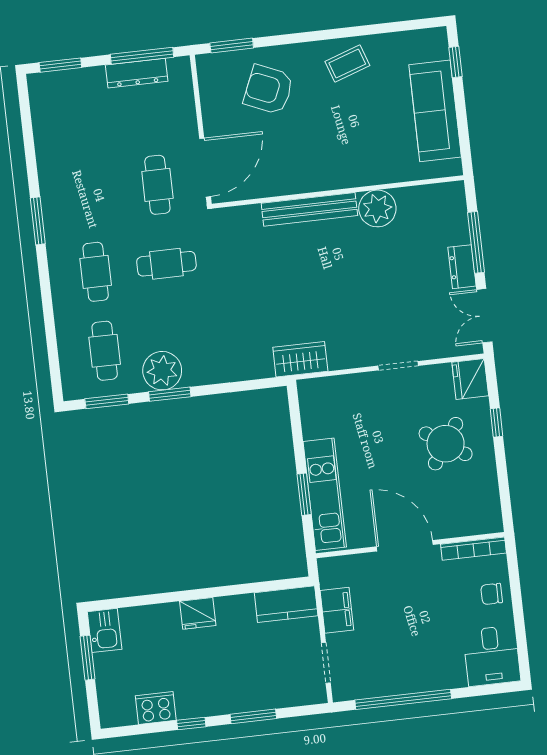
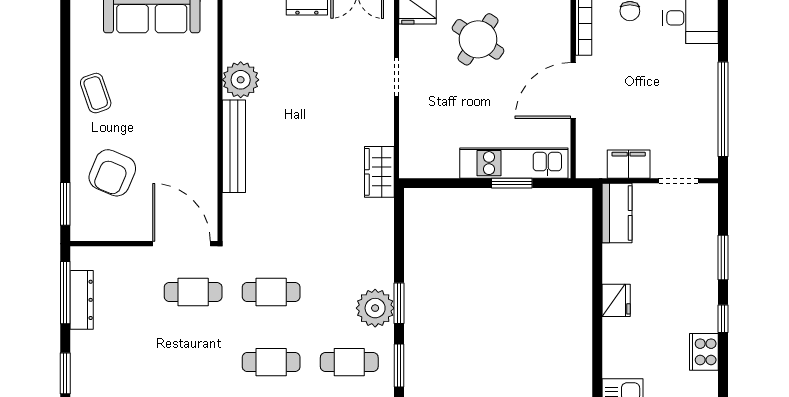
cafe table: (166, 264) -> (271, 292), turned 90

